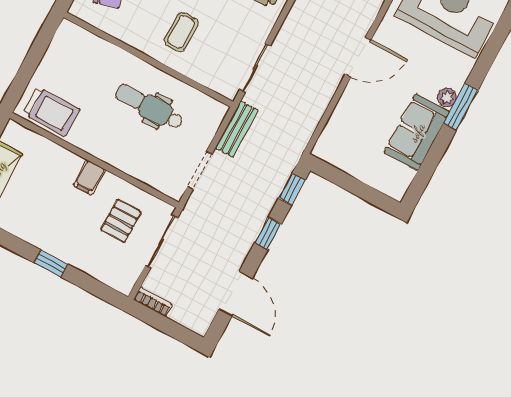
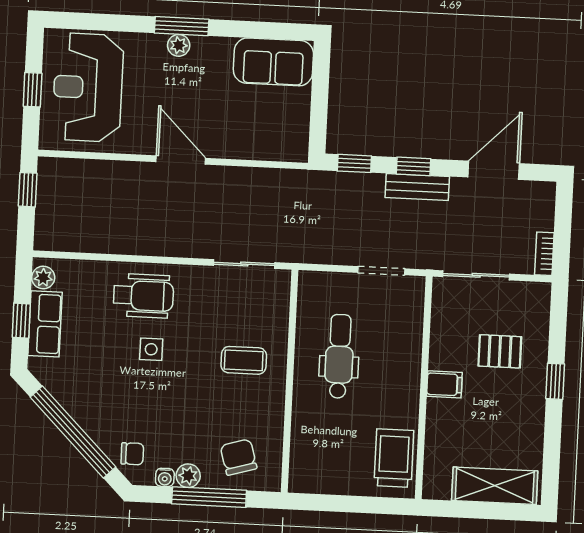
dental chair: (149, 107) -> (339, 356), turned 180
bench: (237, 129) -> (417, 187), moved
sofa: (417, 132) -> (273, 62), moved
pallet: (121, 221) -> (500, 351), moved

